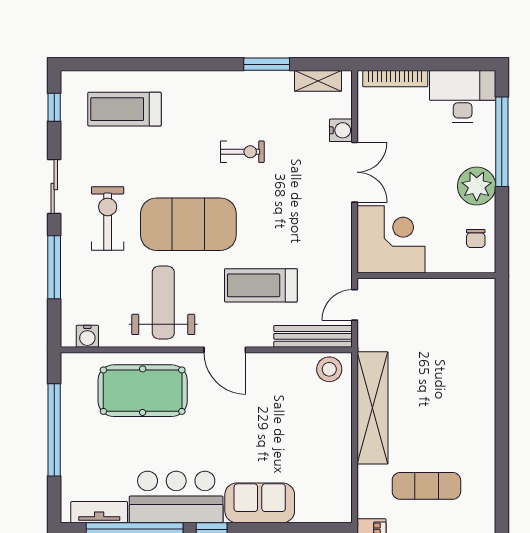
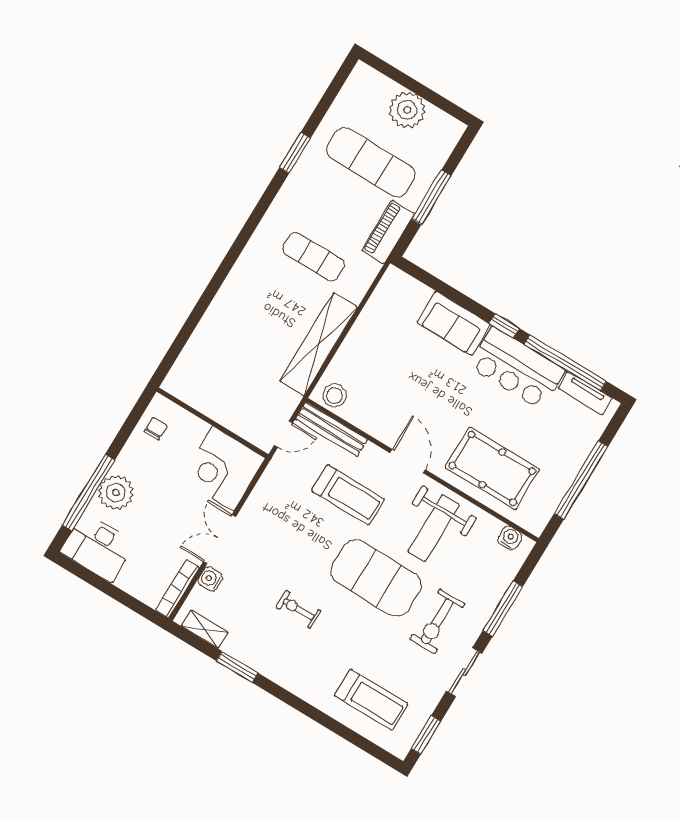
bookcase: (395, 79) -> (178, 589), moved, turned -90
window: (54, 107) -> (426, 735), width x1.50
plant: (477, 186) -> (116, 493), moved

